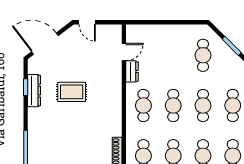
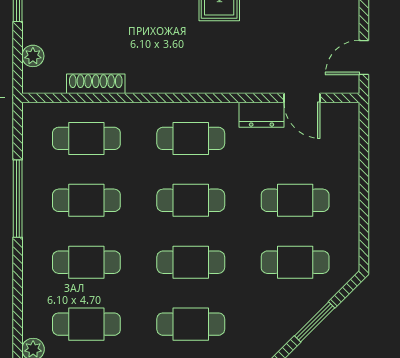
door: (87, 22) -> (364, 57), moved
cafe table: (173, 55) -> (295, 200), added

